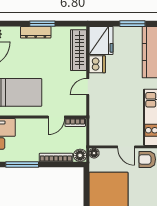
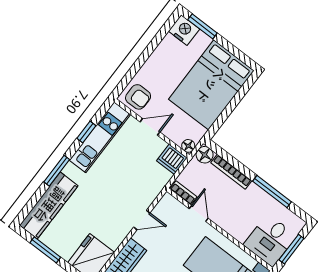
dishwasher: (97, 64) -> (172, 159), moved, turned -90
door: (56, 117) -> (199, 213), hinge flipped
door: (126, 147) -> (150, 127), hinge flipped

